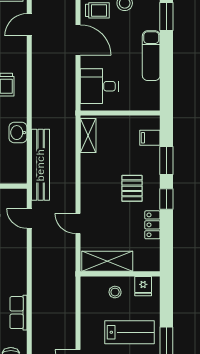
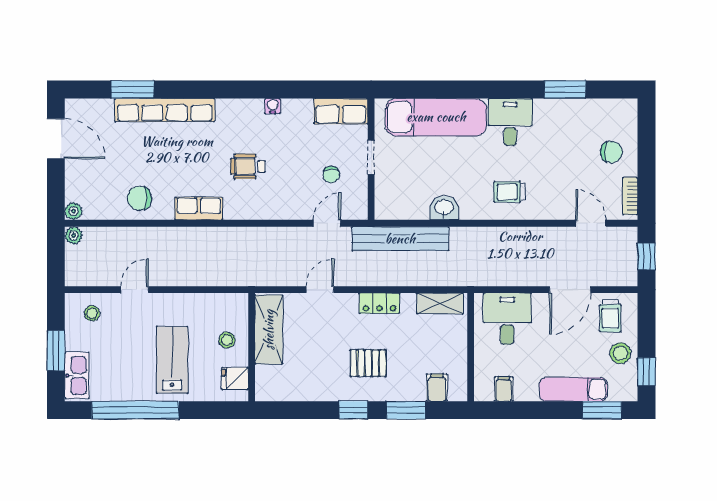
exam couch: (151, 56) -> (573, 389), moved
filing cabinet: (151, 89) -> (504, 389), added
locker: (152, 225) -> (379, 303), moved, turned 180
lab bench: (130, 332) -> (172, 360), turned 180

